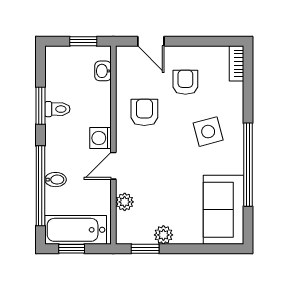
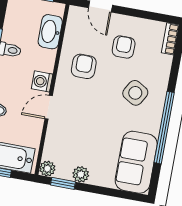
washbasin: (103, 71) -> (50, 32), width x1.91, depth x1.45
side table: (208, 132) -> (135, 93), turned 45
plant: (125, 202) -> (47, 169), moved

